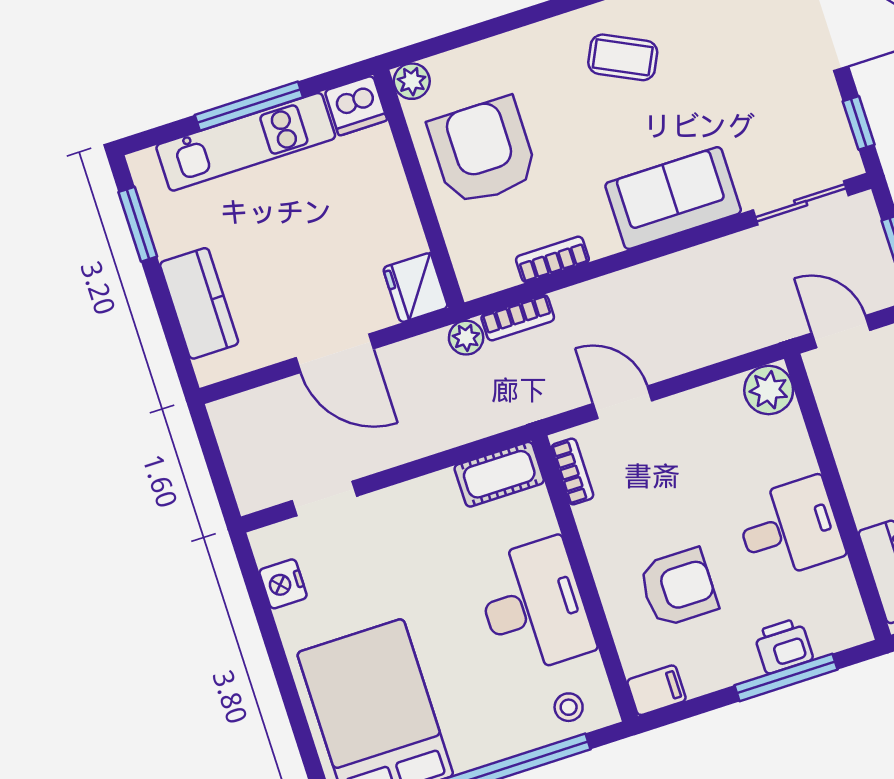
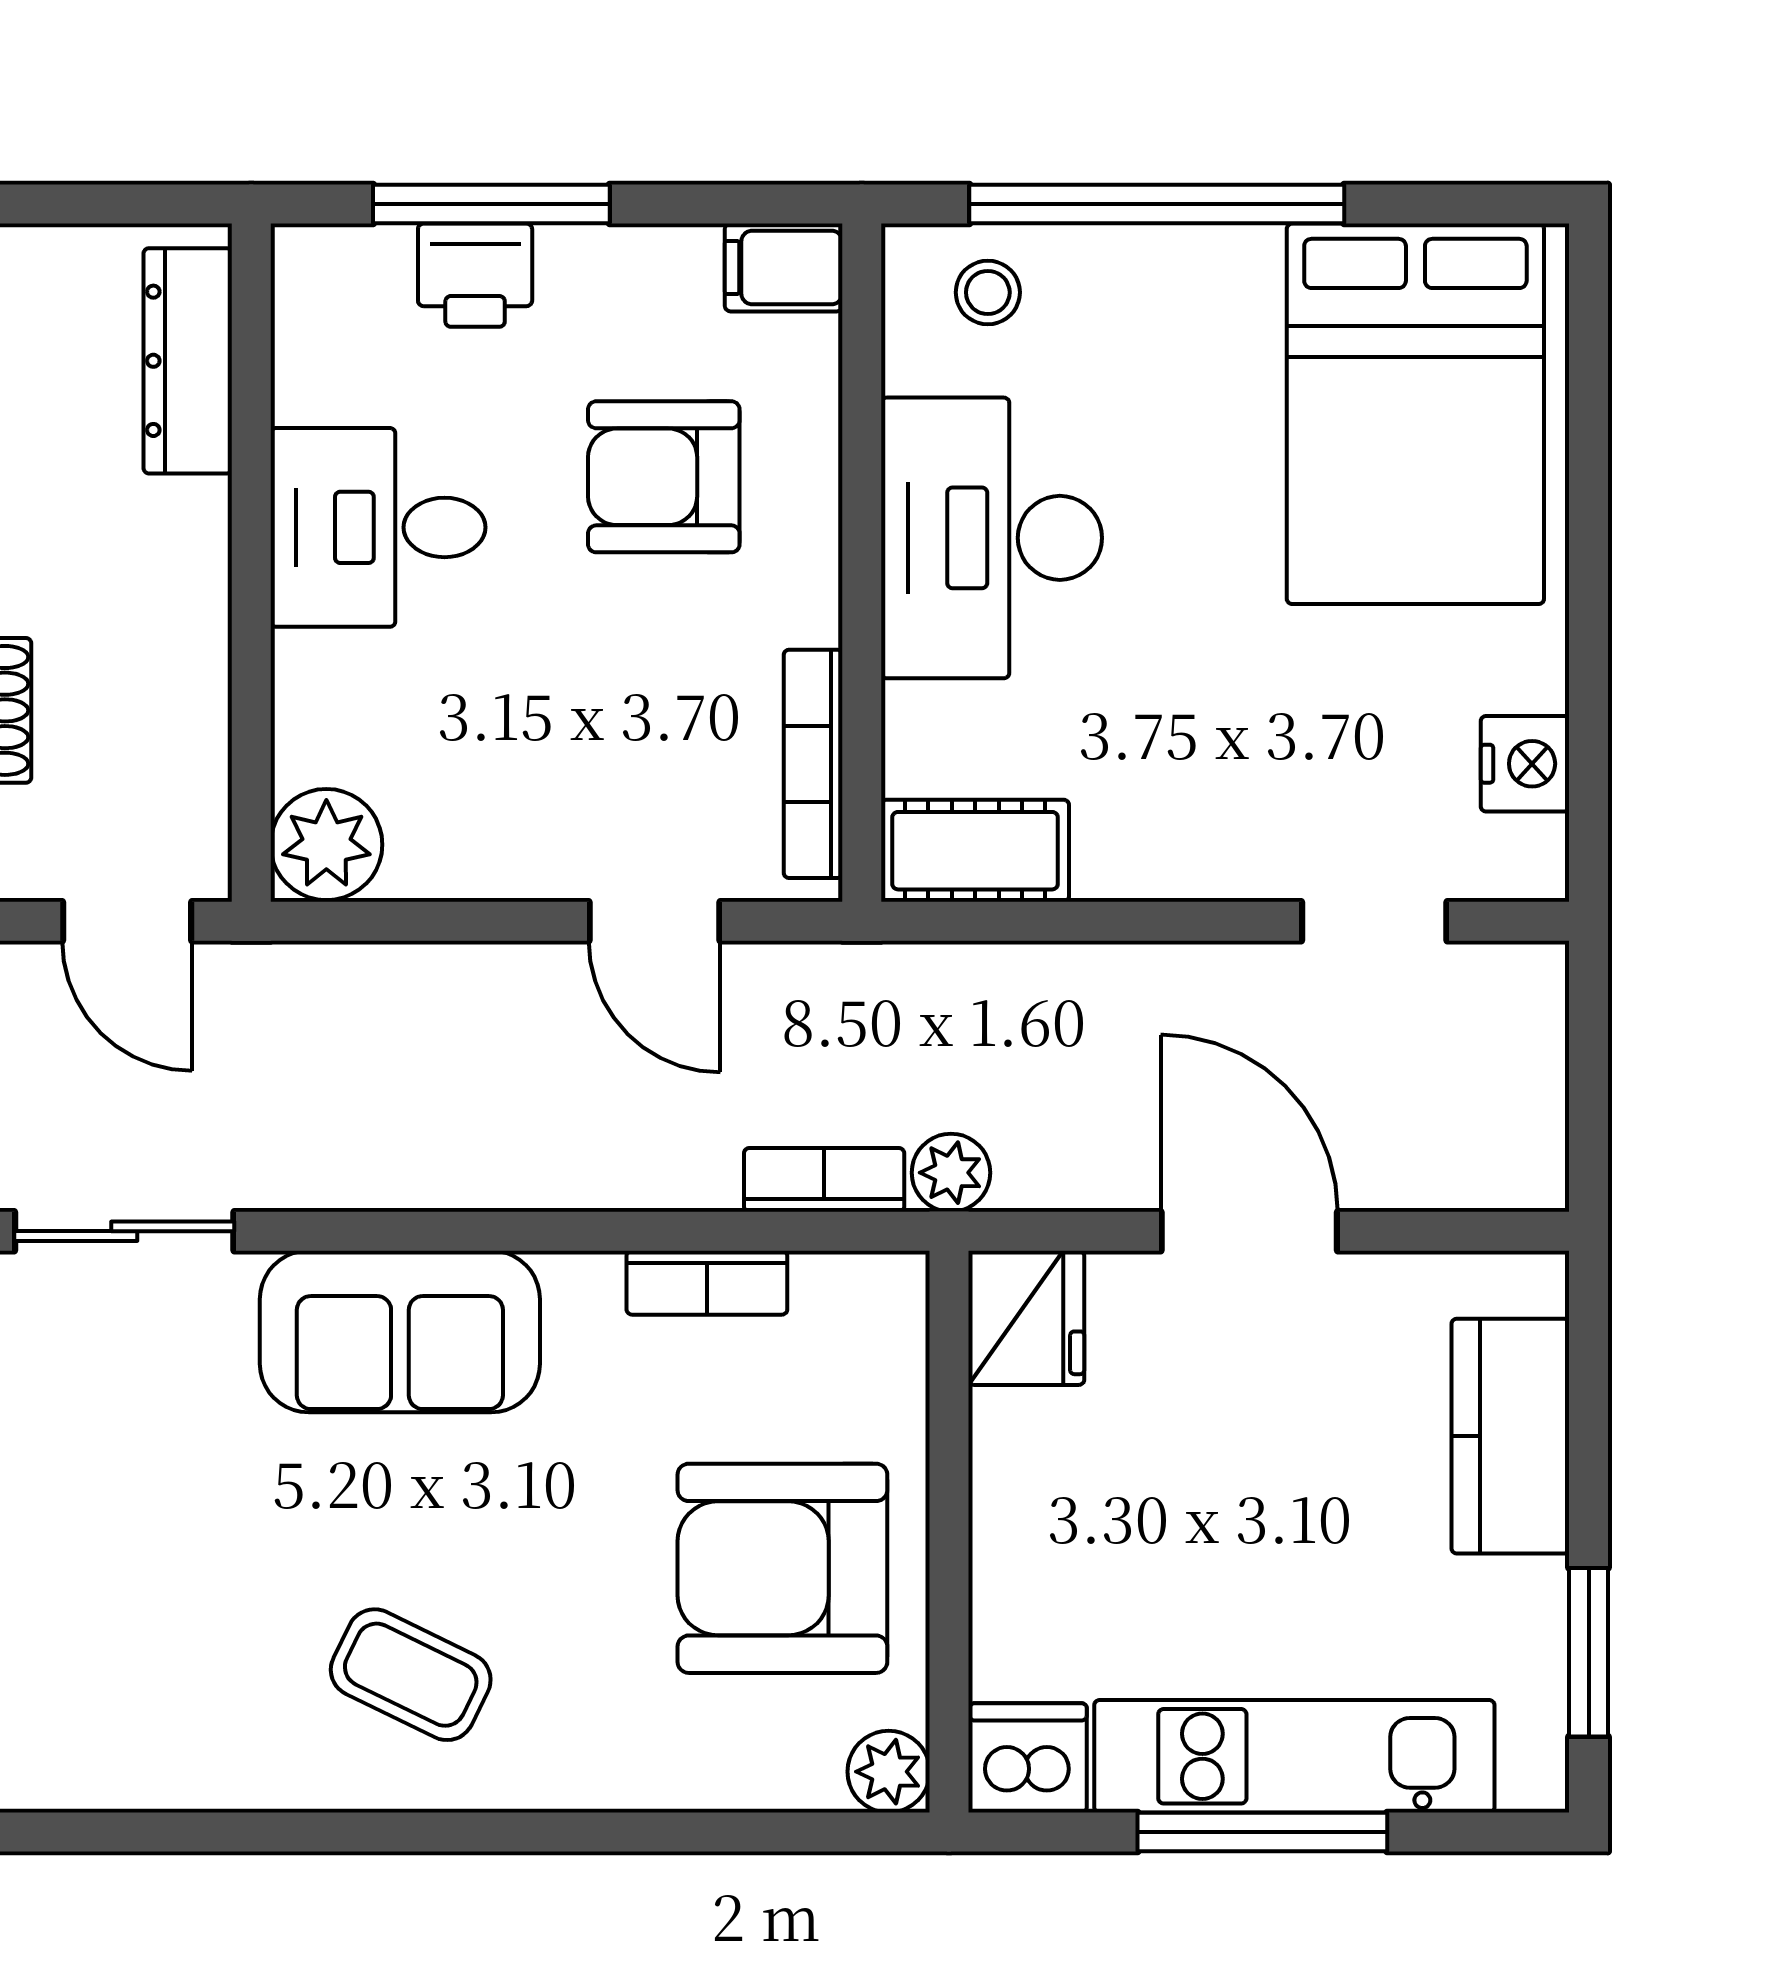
armchair: (483, 151) -> (782, 1568), turned 90
bookcase: (572, 471) -> (813, 764), width x1.56

